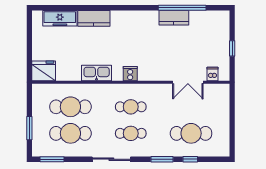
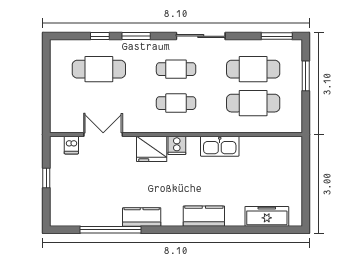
kitchen counter: (94, 18) -> (204, 216), moved
kitchen counter: (174, 18) -> (142, 217), moved
fridge: (44, 71) -> (152, 149), moved

